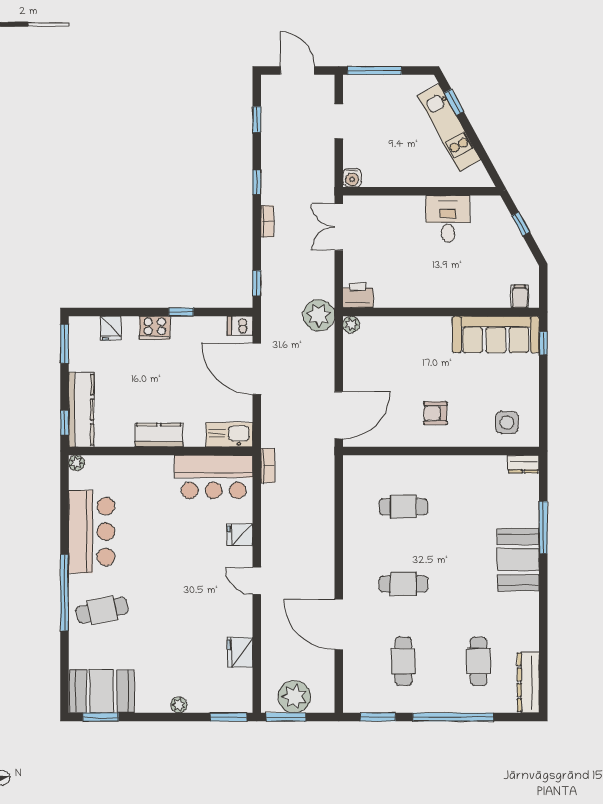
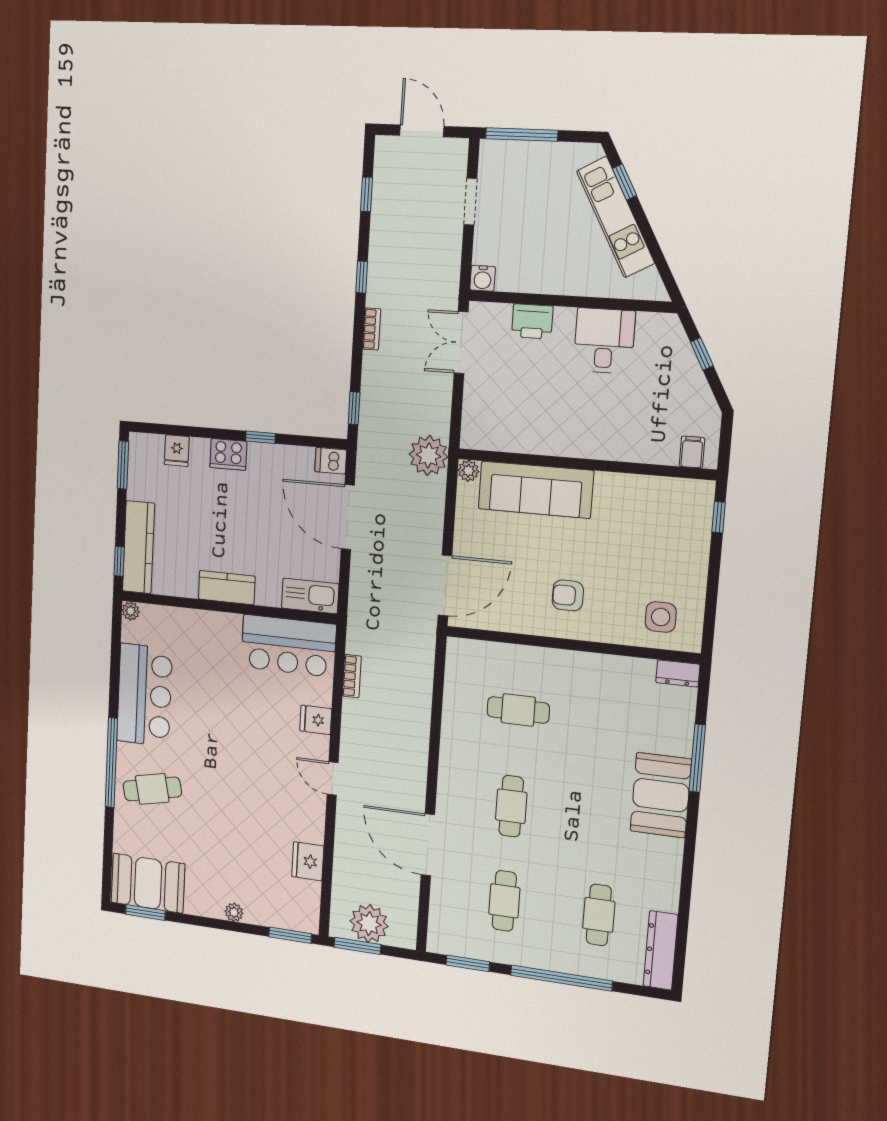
printer: (358, 295) -> (532, 321), moved, turned 180
sofa: (496, 334) -> (536, 490), moved
bookcase: (268, 466) -> (352, 676), moved
cafe table: (403, 584) -> (511, 806), turned 90

